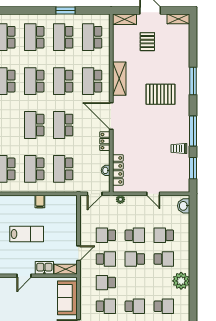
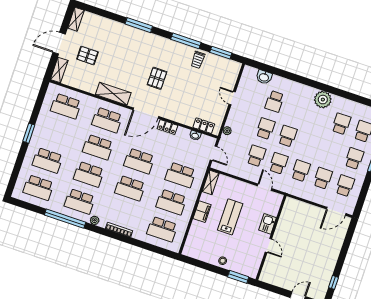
window: (65, 10) -> (29, 133), moved
school desk: (63, 37) -> (57, 133), removed
pallet: (161, 94) -> (157, 78), moved, width x0.67, depth x0.71
locker: (118, 170) -> (204, 126), width x0.66
door: (153, 194) -> (232, 98), swing flipped
filing cabinet: (40, 201) -> (202, 212), width x2.00
washbasin: (184, 206) -> (264, 77), moved
lab bench: (27, 234) -> (230, 217), moved
school desk: (106, 235) -> (256, 156), turned 180
school desk: (135, 259) -> (288, 136), turned 180
school desk: (164, 259) -> (297, 109), removed
shelving: (66, 269) -> (211, 182), moved
school desk: (106, 283) -> (301, 171), turned 180
sofa: (67, 298) -> (303, 212), removed
school desk: (135, 306) -> (332, 151), removed

